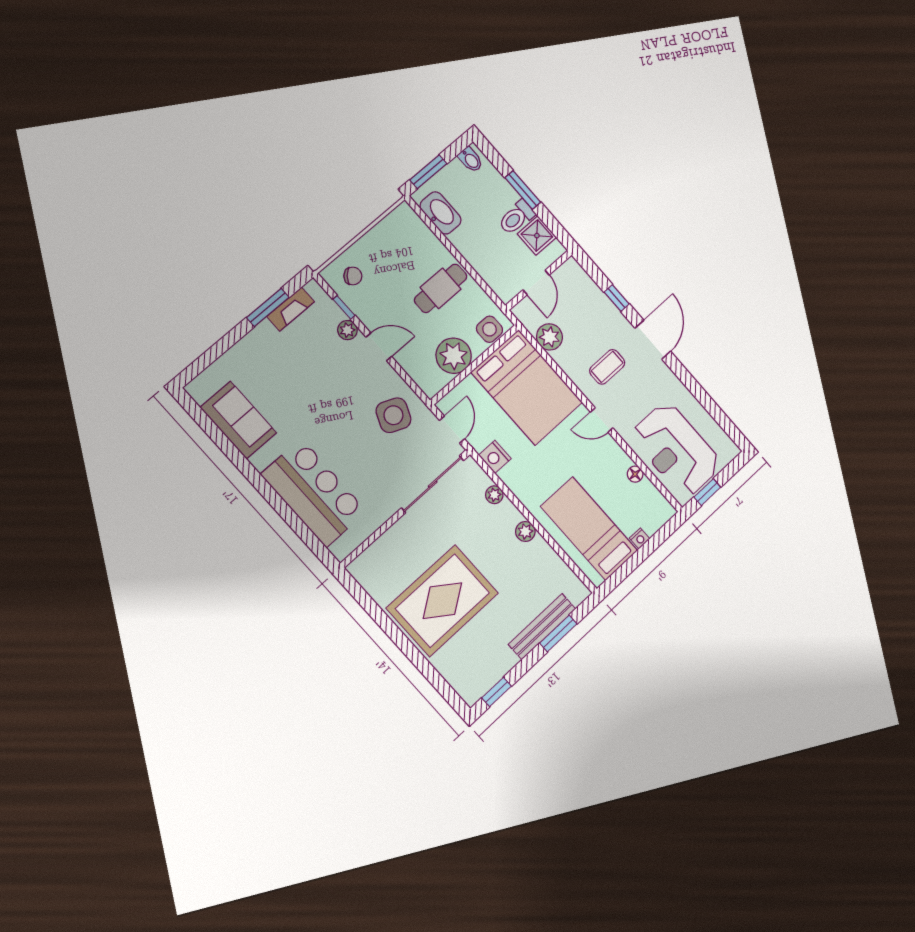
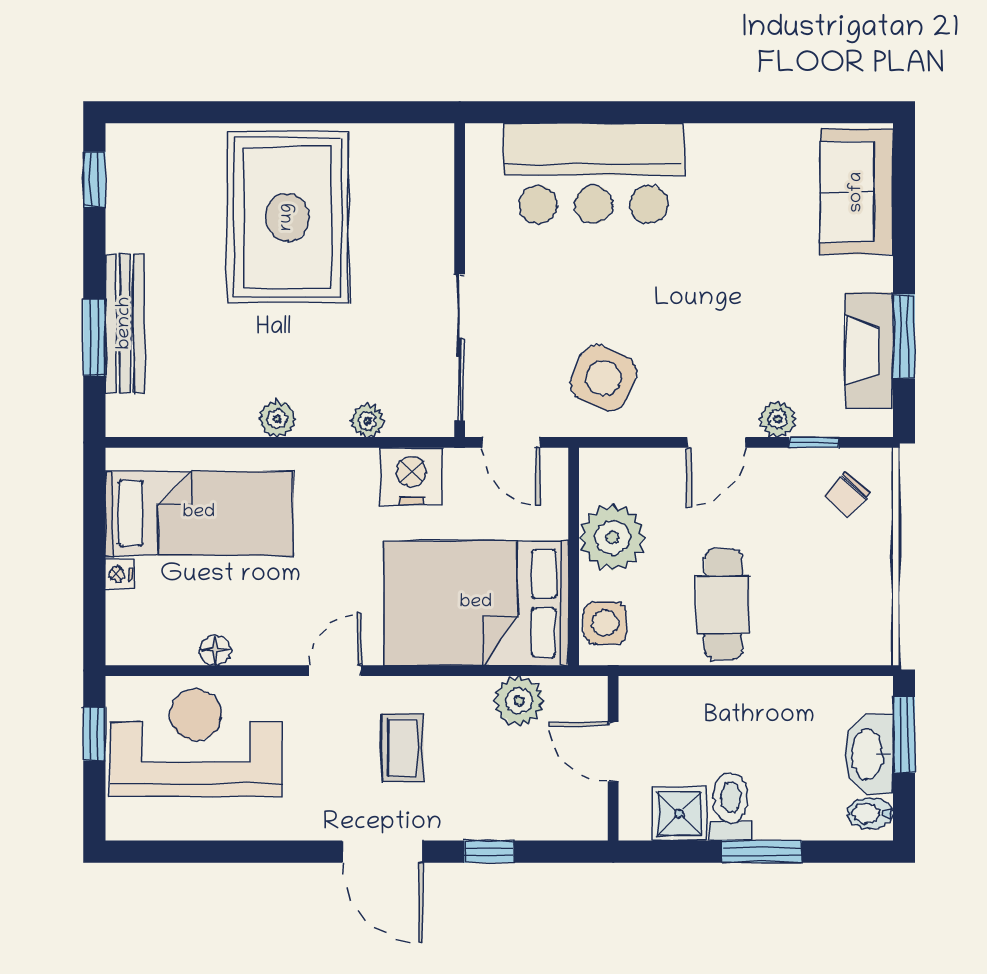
washbasin: (441, 213) -> (869, 754), moved, turned 90
fireplace: (291, 309) -> (869, 350), width x1.37, depth x1.32
sofa: (238, 420) -> (857, 192), moved, turned 90
nightstand: (495, 457) -> (411, 476), width x1.36, depth x1.33

